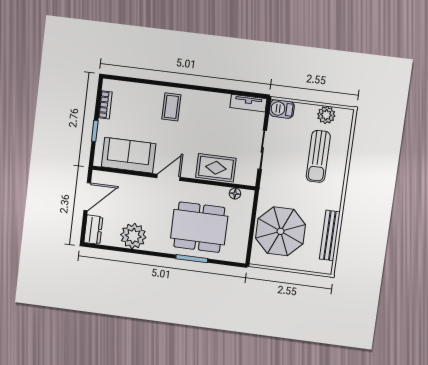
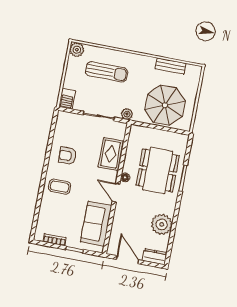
tv unit: (248, 103) -> (61, 125), removed
armchair: (210, 114) -> (68, 156), added
plant: (326, 115) -> (77, 50), moved
plant: (267, 185) -> (127, 114), added
floor lamp: (235, 194) -> (125, 177), moved
bench: (330, 235) -> (171, 66), width x0.73

